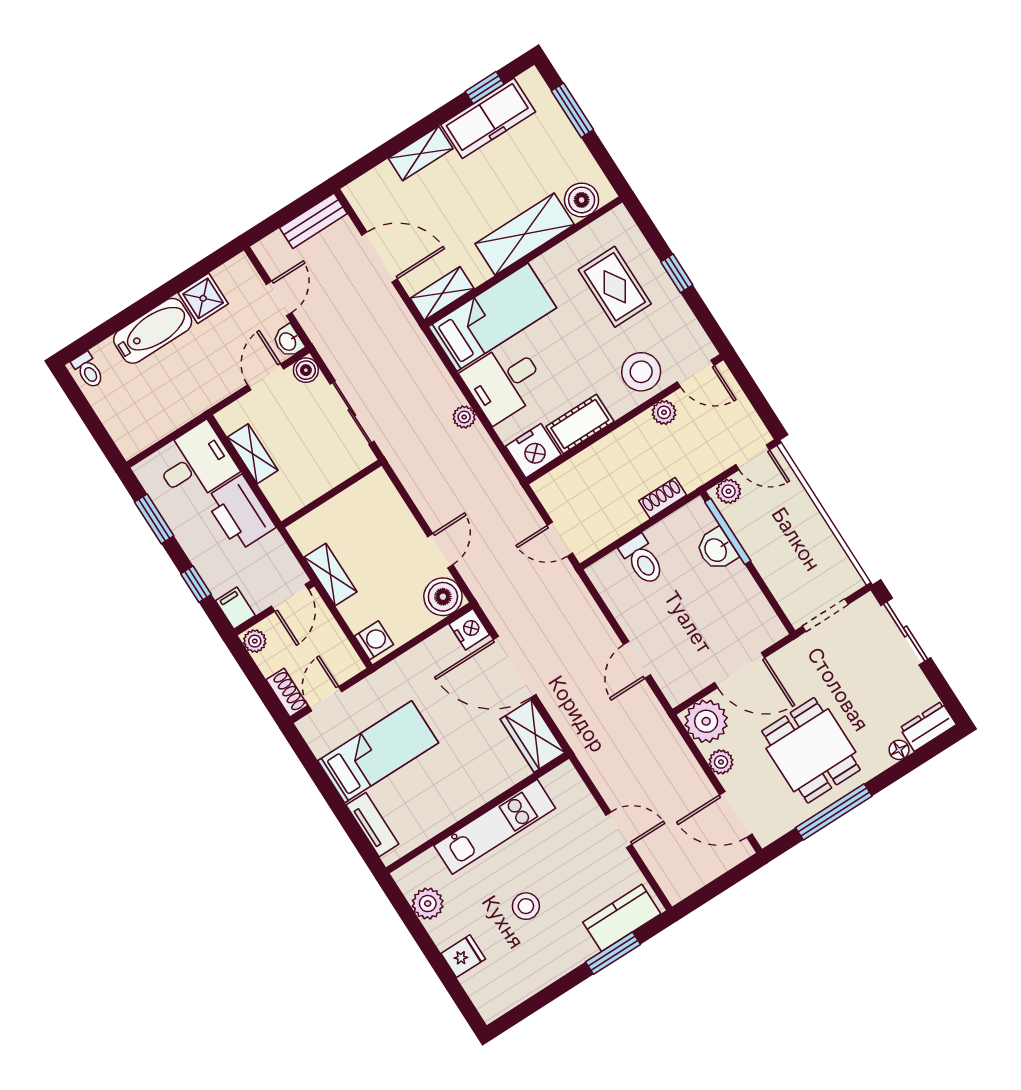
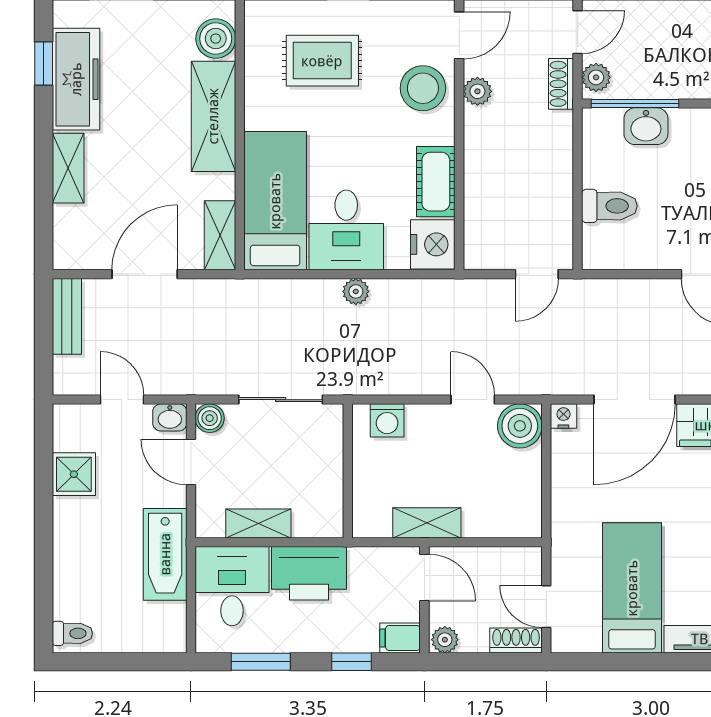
bathtub: (153, 331) -> (165, 554), moved, turned 180
shoe rack: (663, 498) -> (561, 84), moved
nightstand: (469, 629) -> (563, 416), width x0.72, depth x0.74
washing machine: (374, 640) -> (387, 420), moved, turned 180

